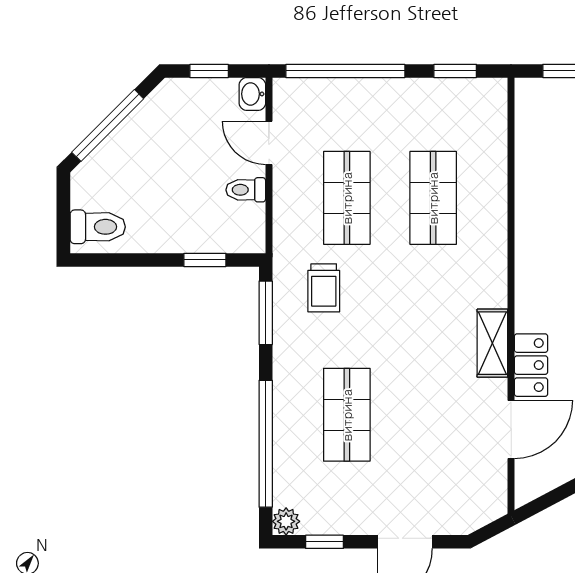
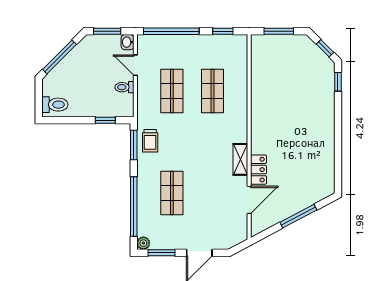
window: (209, 71) -> (107, 31), width x1.50
trolley: (324, 288) -> (150, 141), moved
window: (325, 542) -> (161, 253), width x1.50

